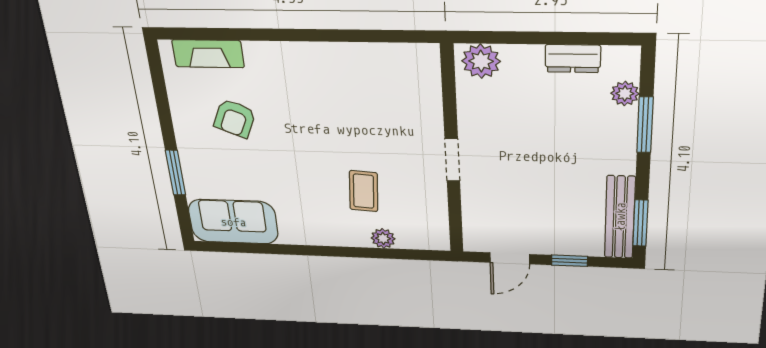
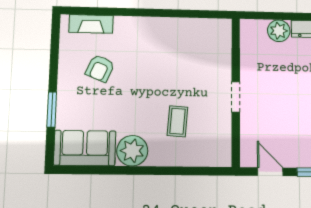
plant: (481, 61) -> (279, 31), moved
plant: (383, 238) -> (132, 151), moved, width x1.87, depth x1.87
door: (510, 258) -> (270, 172), swing flipped

